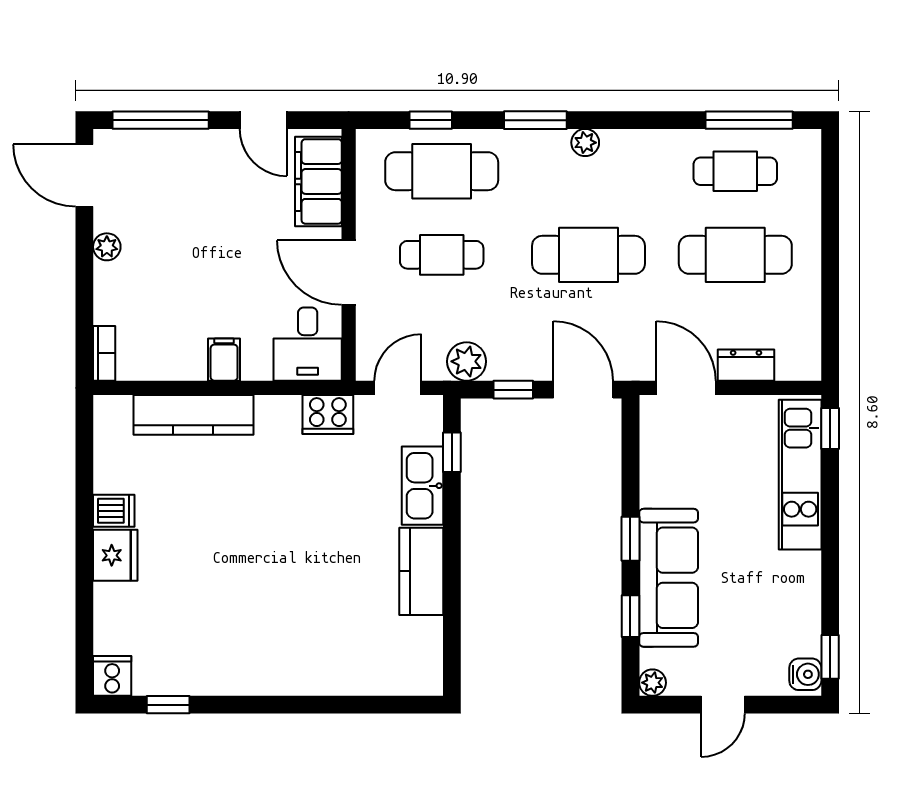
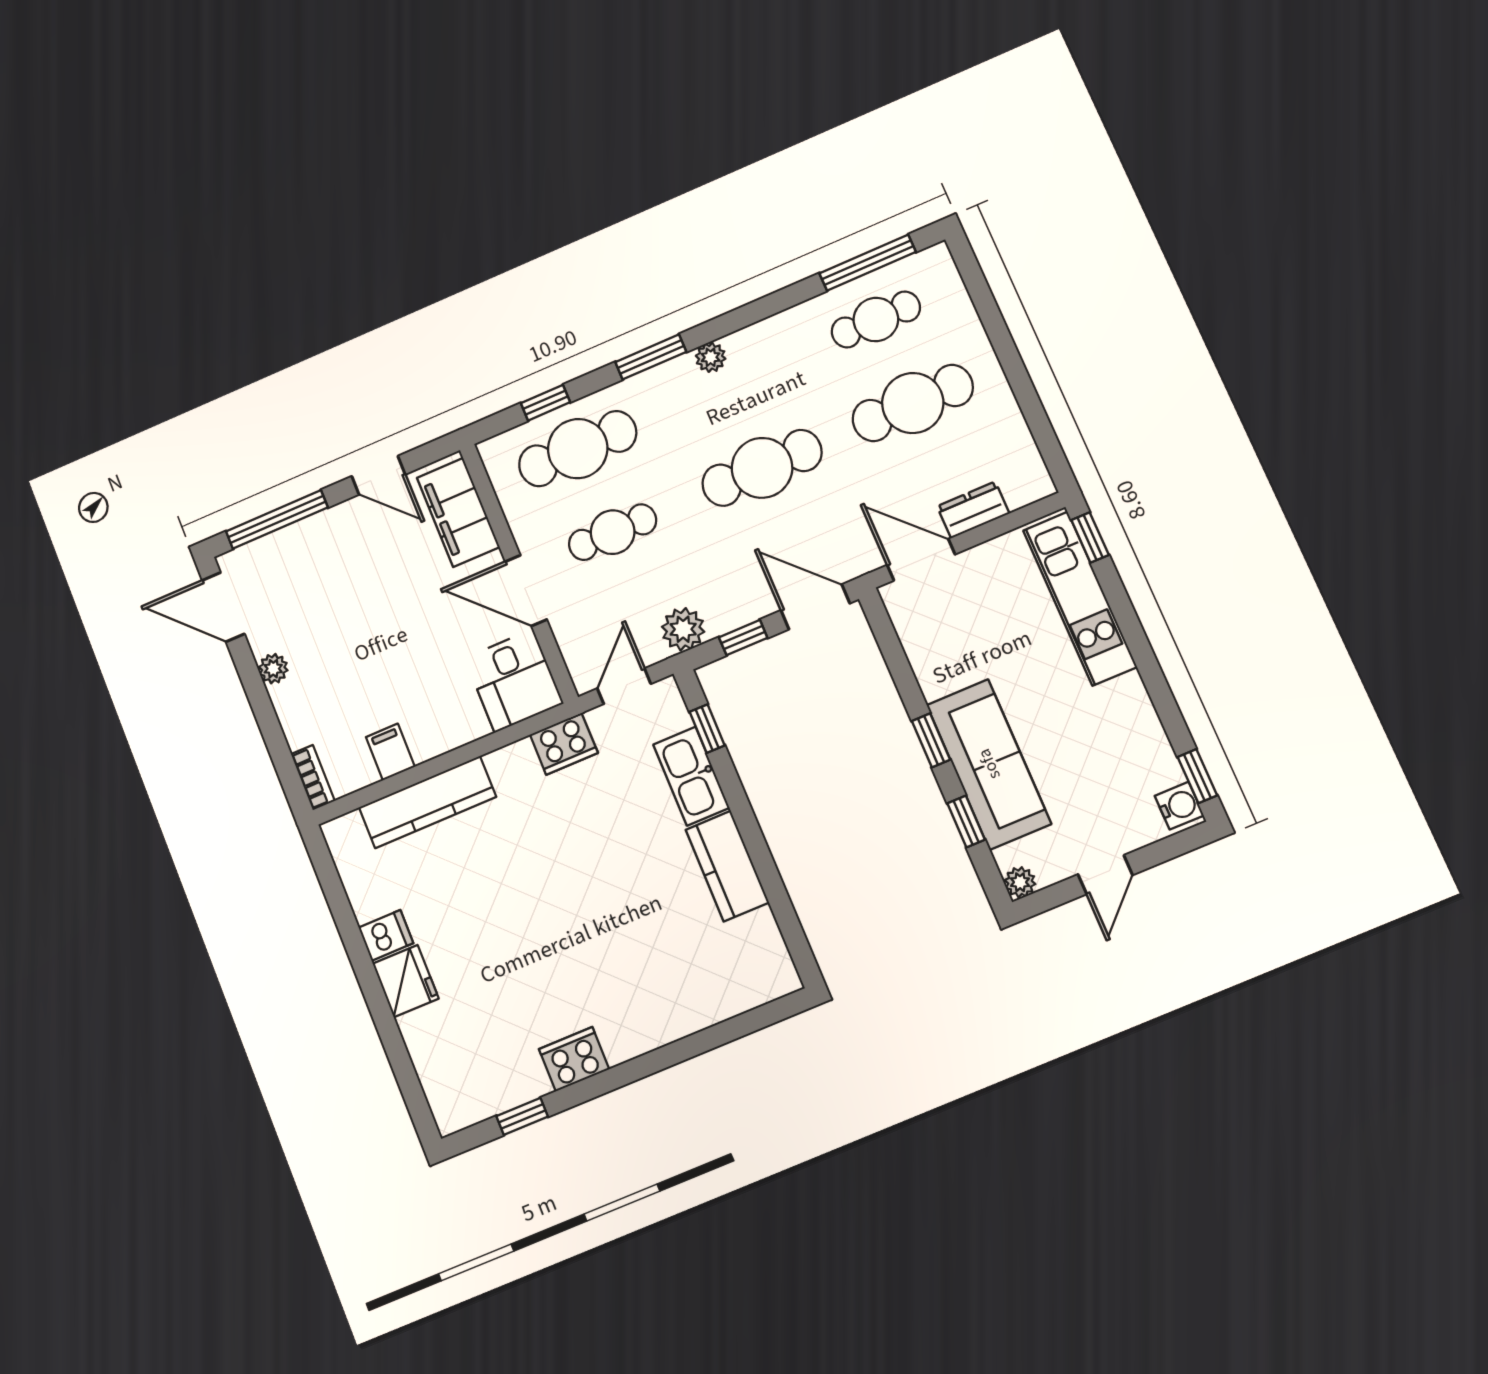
filing cabinet: (224, 360) -> (390, 752), moved
cooker: (112, 676) -> (574, 1059), moved, width x1.36

